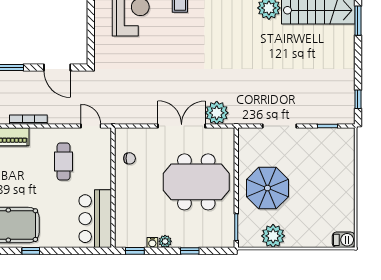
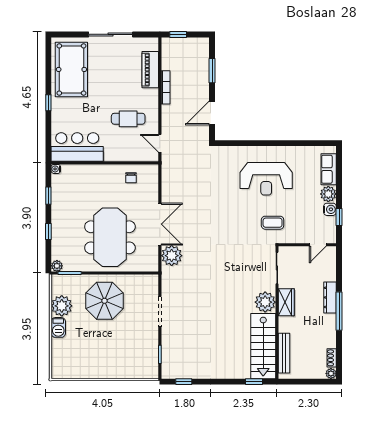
window: (358, 21) -> (254, 382), width x0.67
door: (91, 126) -> (160, 143), swing flipped
barbecue: (344, 240) -> (58, 327), moved
plant: (165, 241) -> (57, 266), moved
water cooler: (152, 243) -> (56, 169), moved
window: (31, 251) -> (48, 103), moved
window: (135, 251) -> (48, 196), moved

